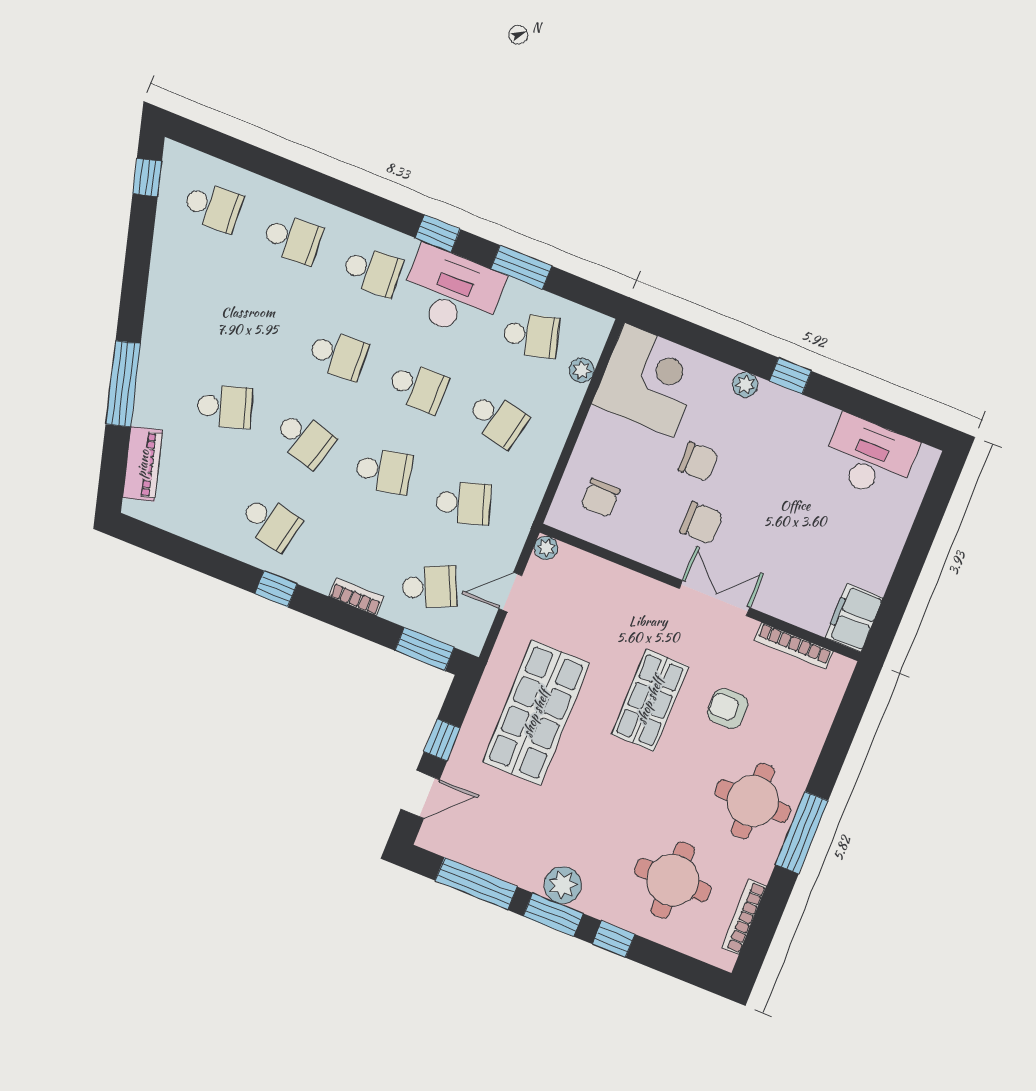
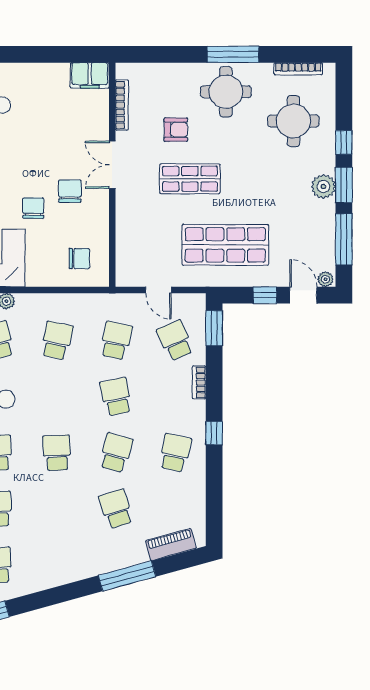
school desk: (418, 387) -> (57, 397), removed
school desk: (463, 503) -> (116, 340), turned 30
plant: (546, 548) -> (325, 279), moved
armchair: (728, 708) -> (176, 130), turned -90

